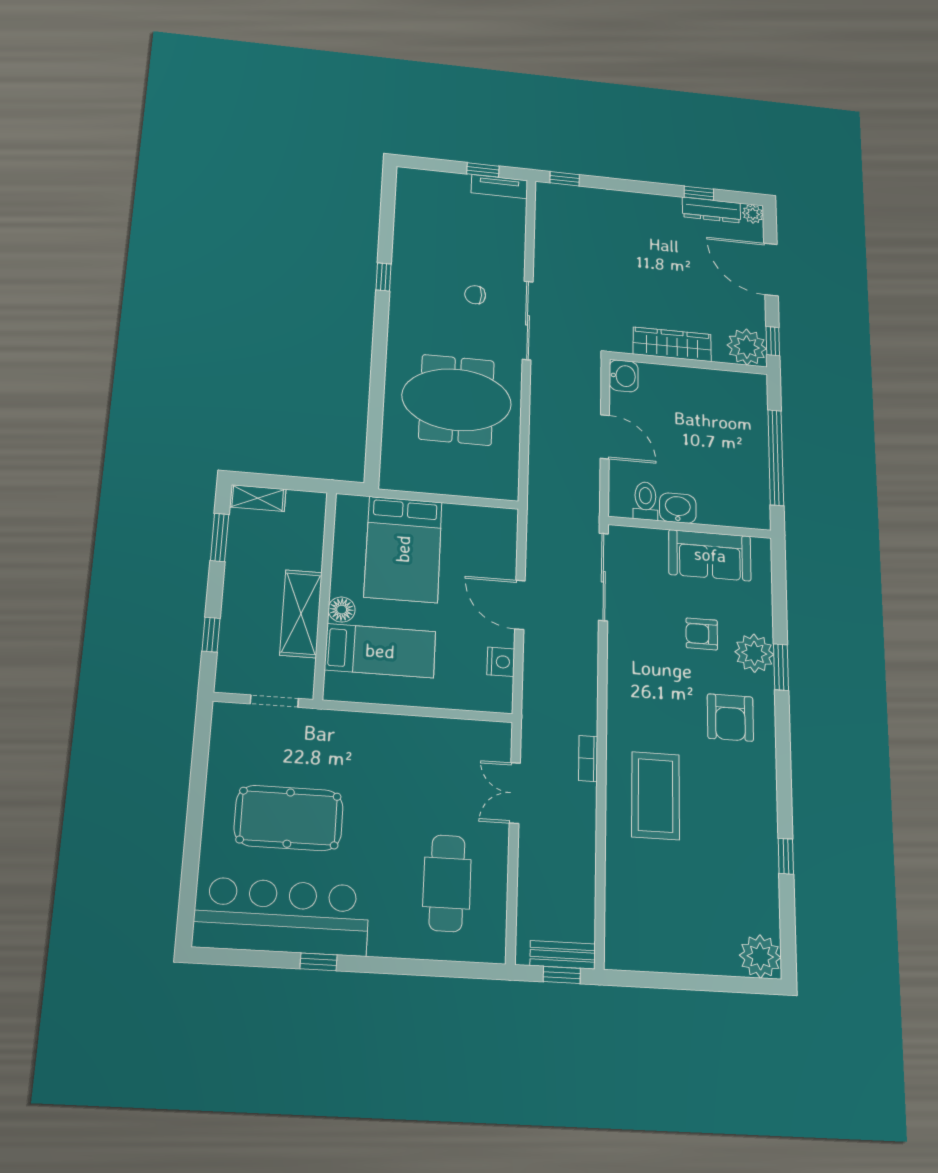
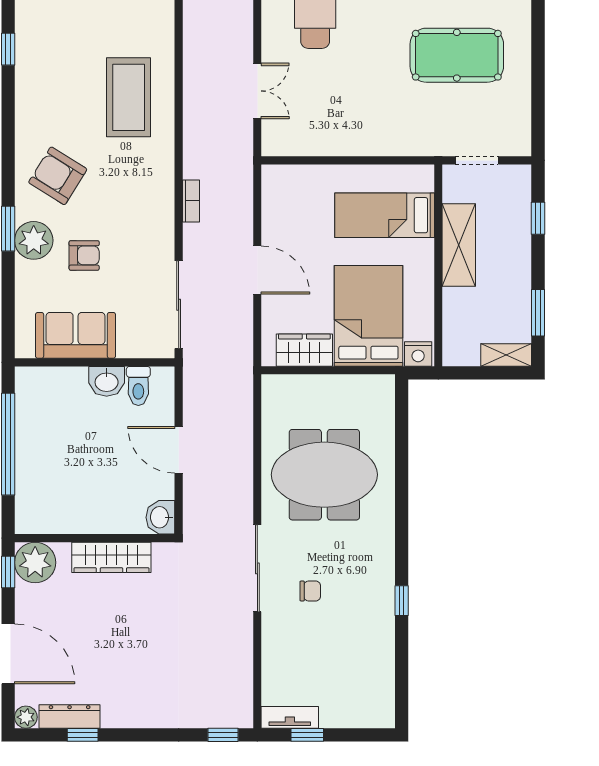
wardrobe: (473, 521) -> (304, 350), added
floor lamp: (342, 610) -> (422, 252), removed
nightstand: (501, 662) -> (418, 354), moved, turned -90
armchair: (730, 718) -> (58, 176), turned -58
bookcase: (588, 758) -> (191, 201), moved

